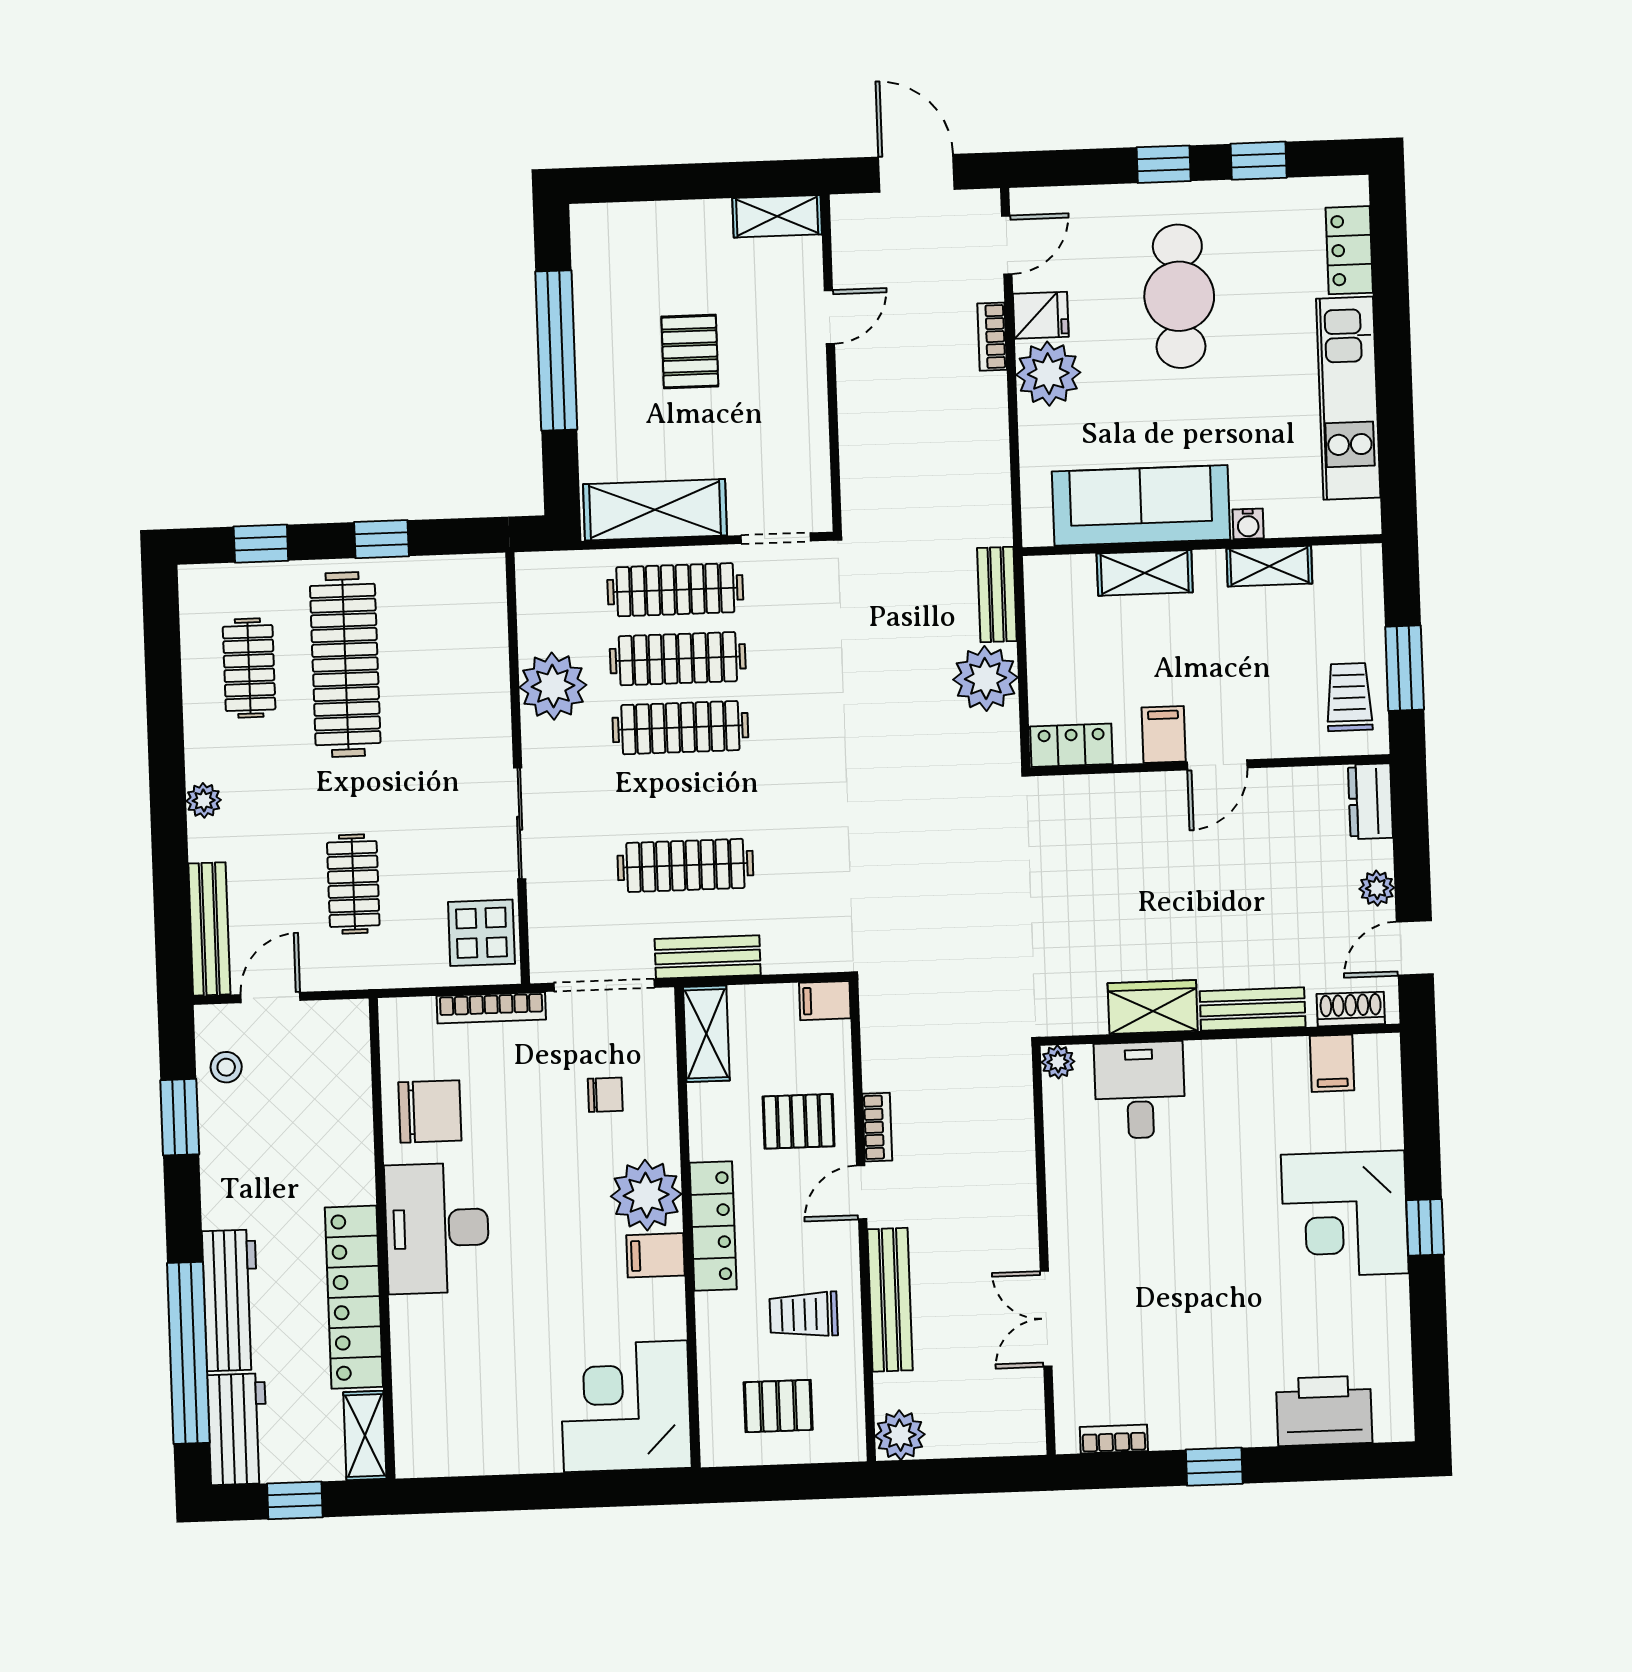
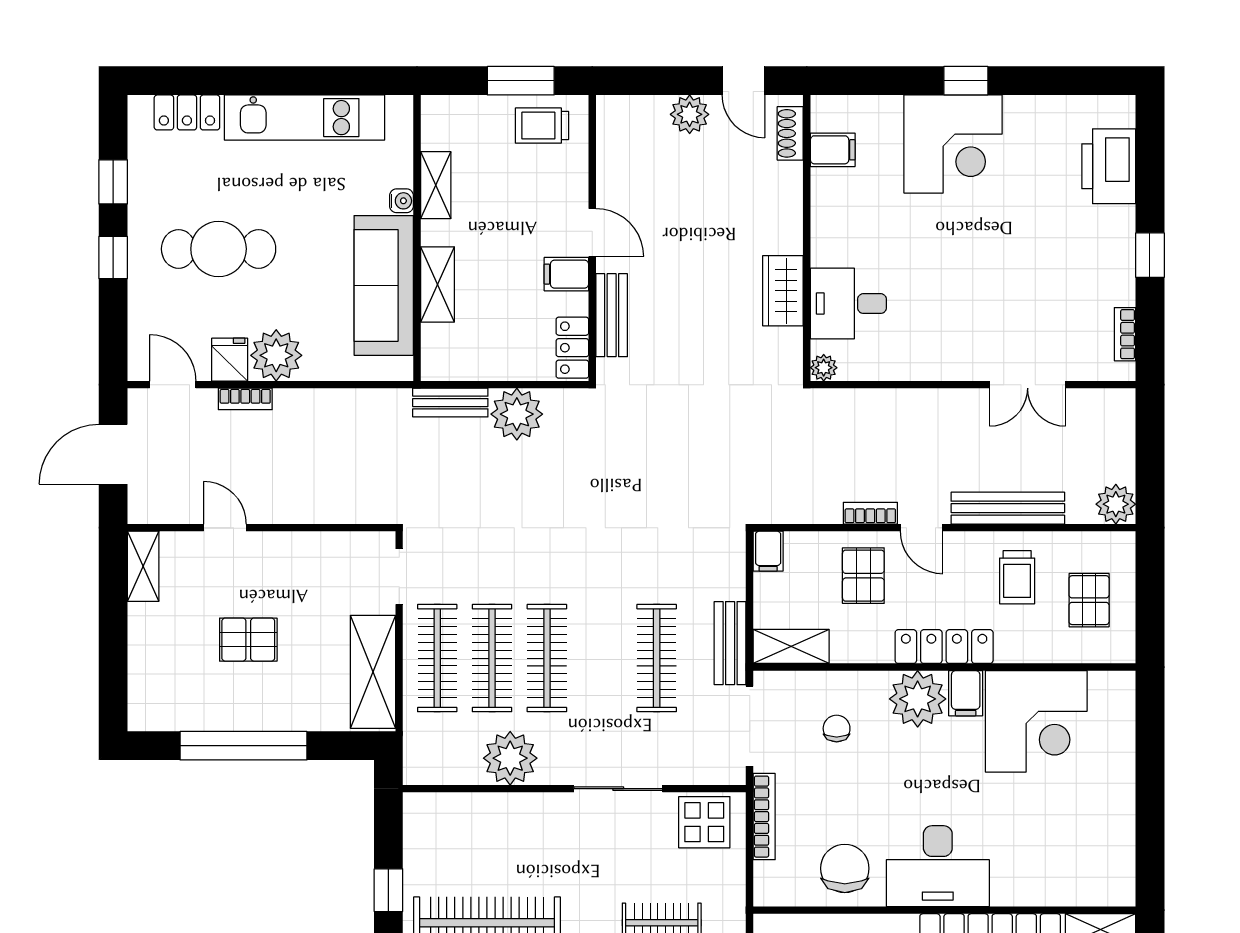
dresser: (1370, 801) -> (626, 112), removed
plant: (1377, 888) -> (690, 114), width x1.38, depth x1.38
bench: (1253, 1009) -> (612, 315), moved
corner desk: (626, 1406) -> (1036, 721), moved, turned -90

